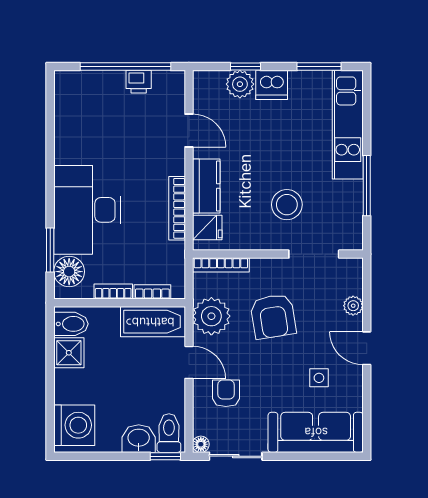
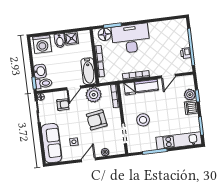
bidet: (71, 324) -> (60, 41), moved

